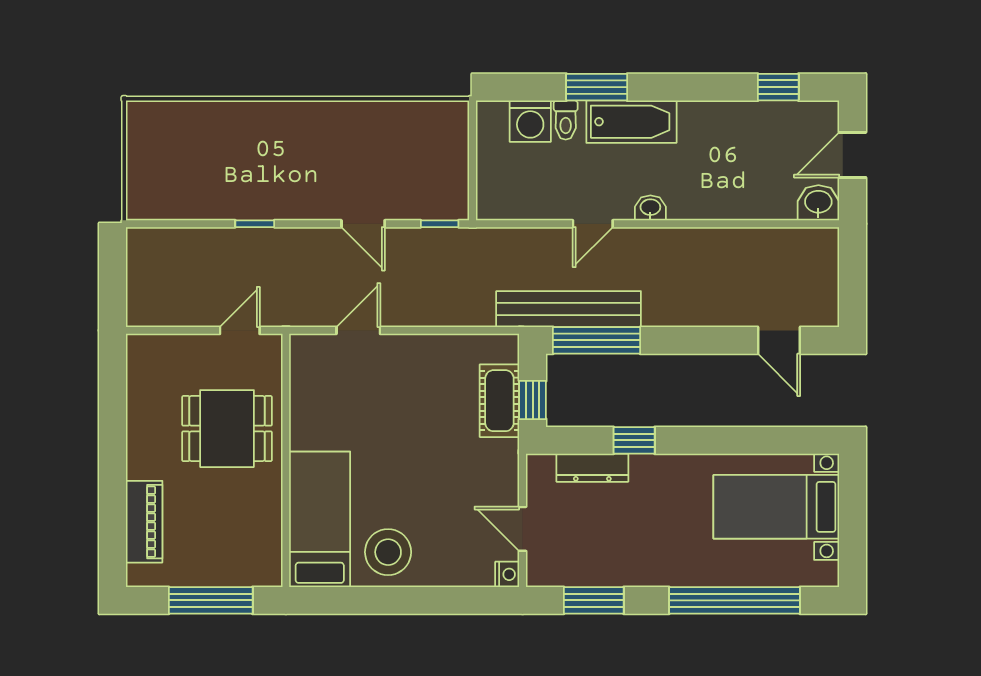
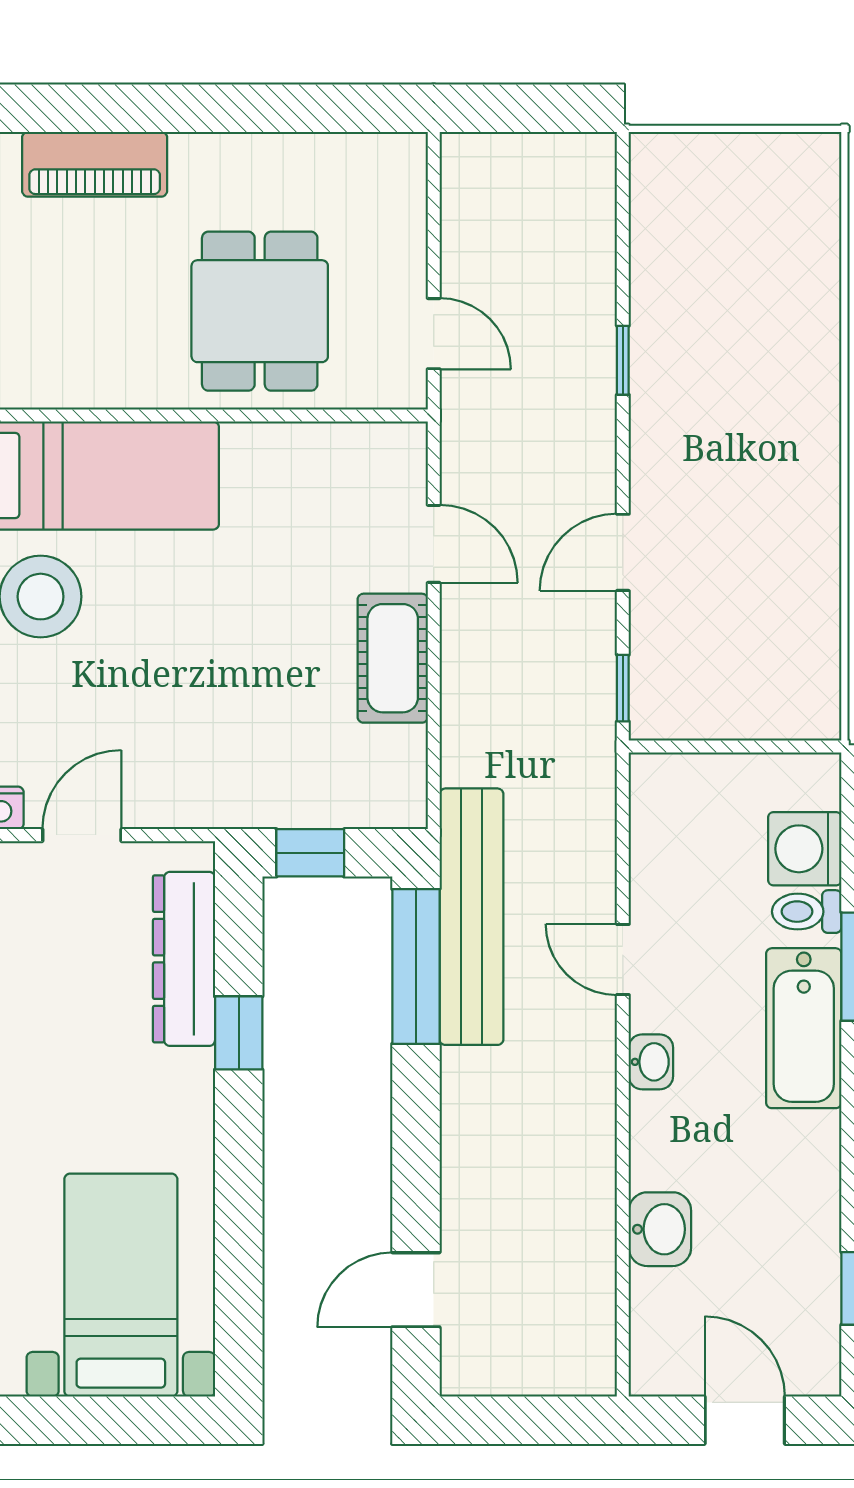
washbasin: (818, 203) -> (660, 1229), moved
cot: (499, 401) -> (393, 658), moved, turned 90
dresser: (592, 468) -> (184, 959), width x1.37, depth x1.24

